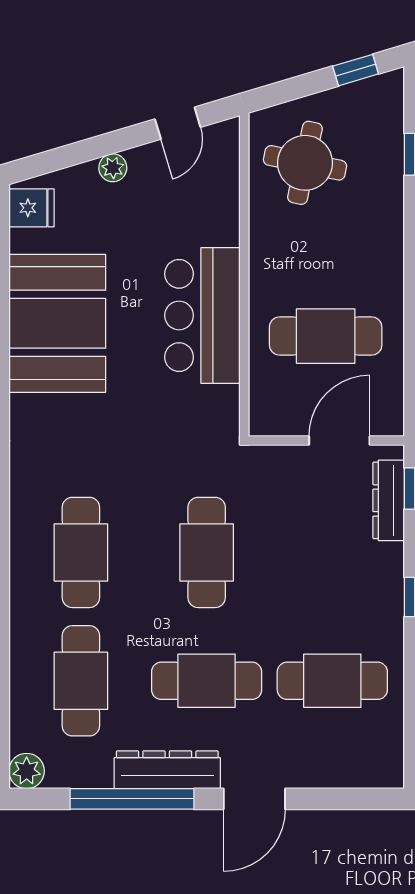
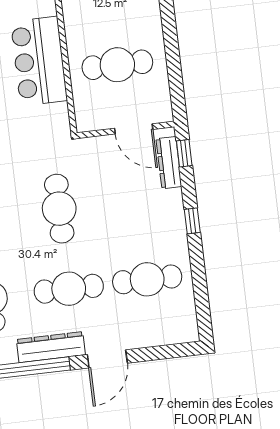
door: (339, 440) -> (134, 129), swing flipped

